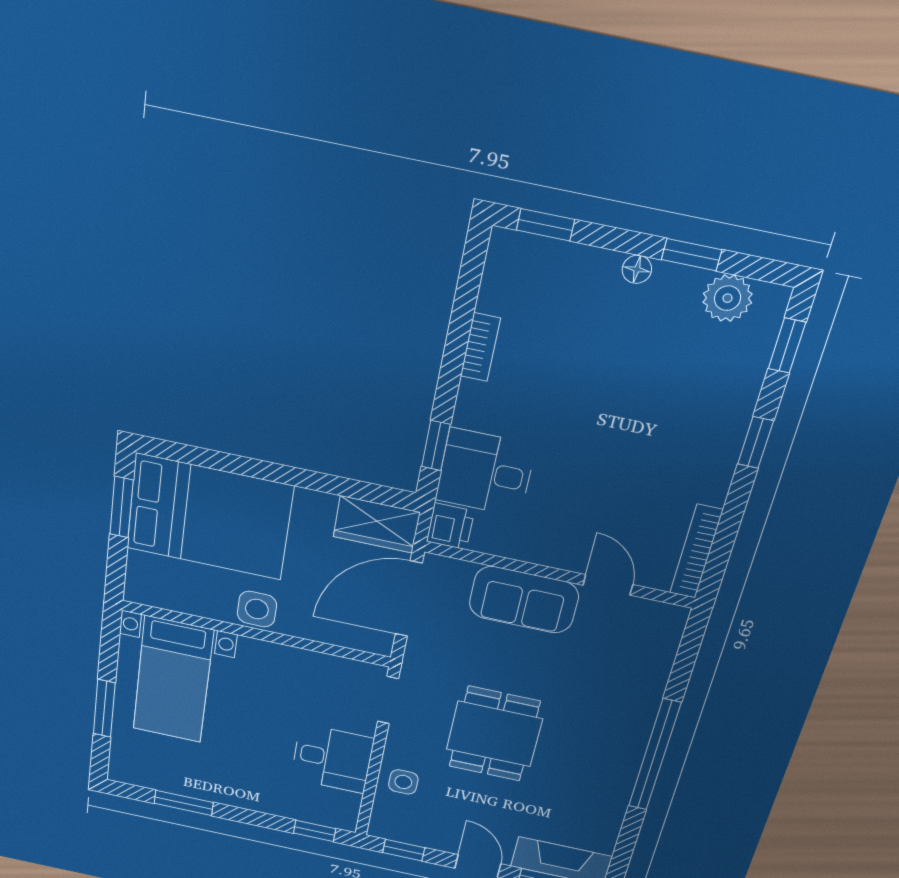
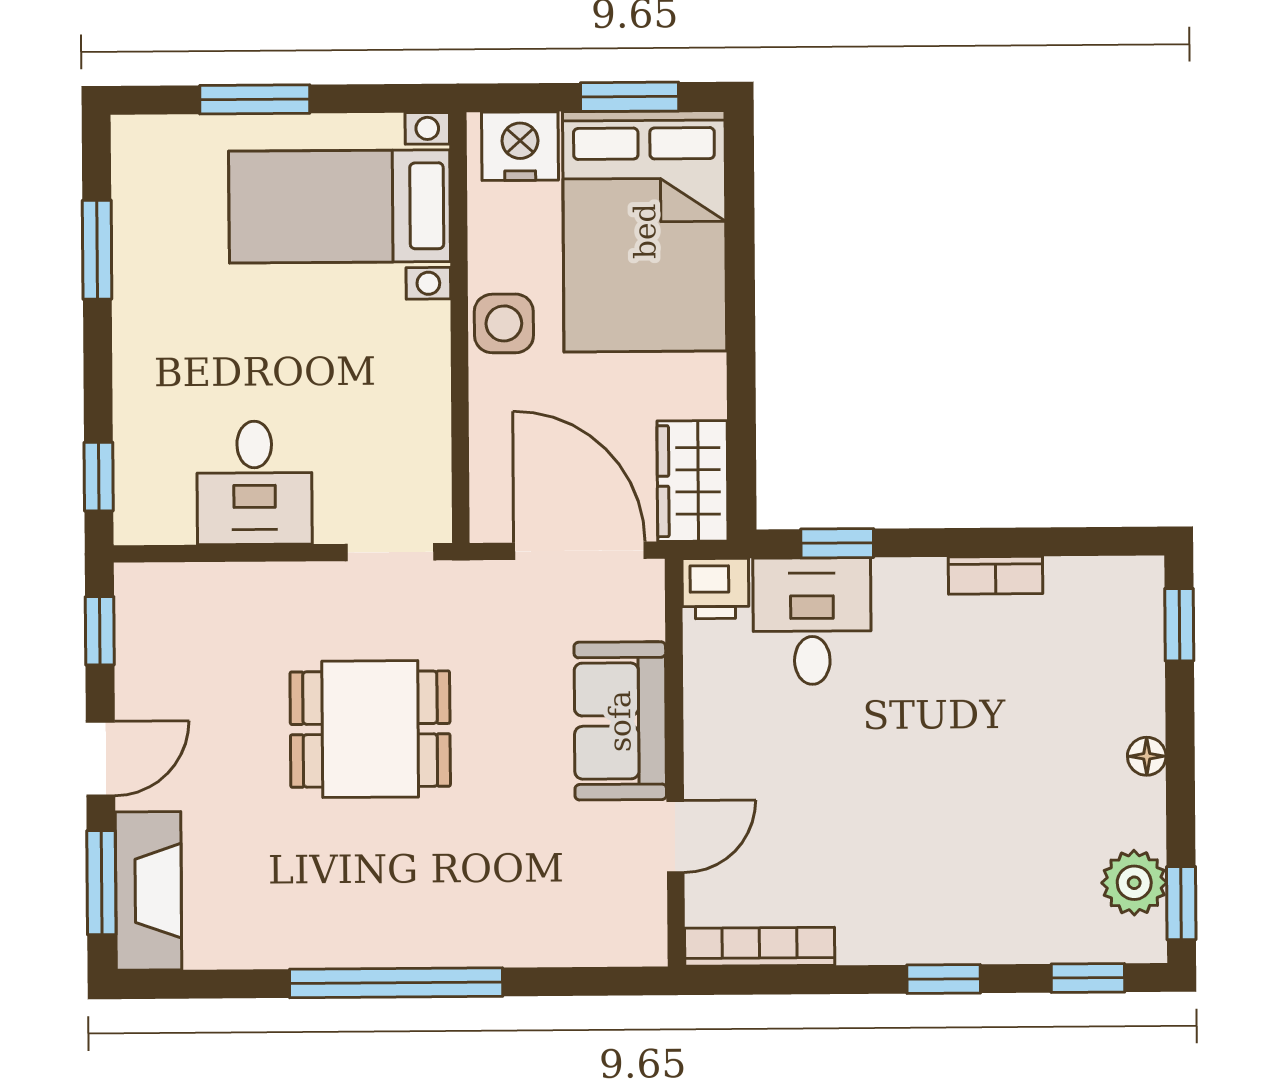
window: (691, 255) -> (1181, 903), moved
nightstand: (147, 576) -> (520, 146), added
side table: (403, 782) -> (239, 605), removed

